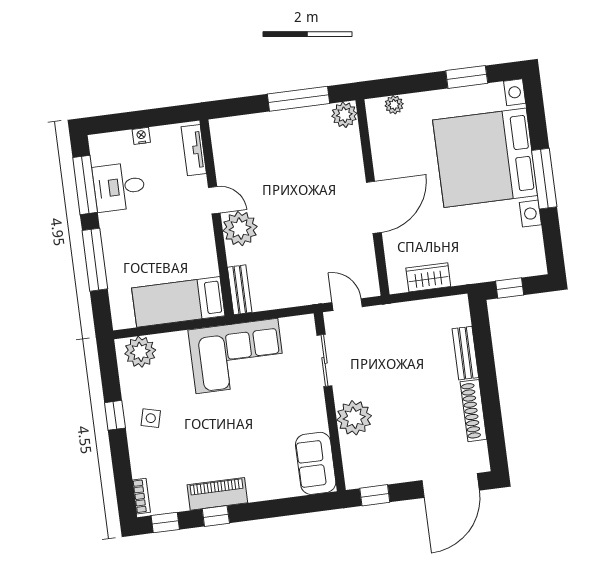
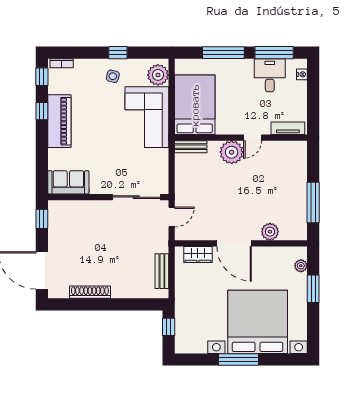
window: (467, 77) -> (313, 289), moved
plant: (344, 115) -> (270, 232), moved
nightstand: (141, 136) -> (302, 74), moved
wardrobe: (428, 277) -> (198, 254), moved, turned 90
bed: (178, 302) -> (195, 105), width x1.50
bench: (465, 353) -> (162, 271), moved, turned 90
corner sofa: (237, 356) -> (147, 117), moved
sliding door: (324, 360) -> (136, 197), width x1.37
plant: (354, 418) -> (95, 212), removed
piano: (217, 494) -> (59, 121), width x1.37, depth x1.33

